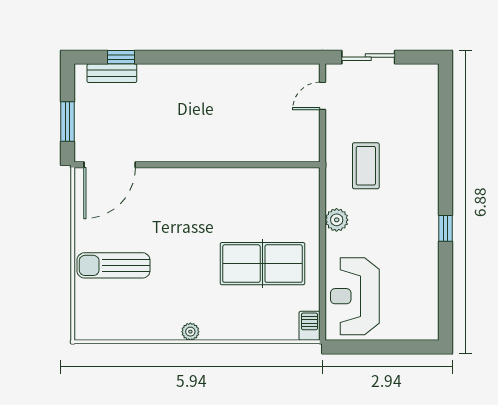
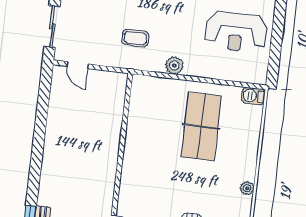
coffee table: (366, 166) -> (135, 38), width x0.73, depth x0.77
reception desk: (355, 296) -> (236, 32), moved

